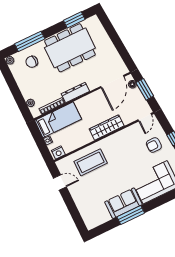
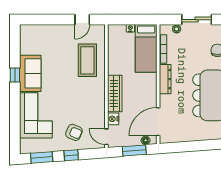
door: (112, 82) -> (158, 122), hinge flipped
sliding door: (15, 90) -> (197, 20), added
armchair: (154, 145) -> (74, 132), turned 113
nightstand: (58, 152) -> (113, 119), moved
window: (131, 215) -> (15, 75), width x0.46

